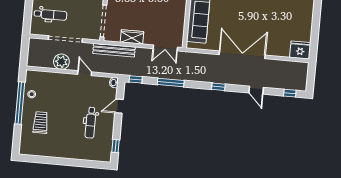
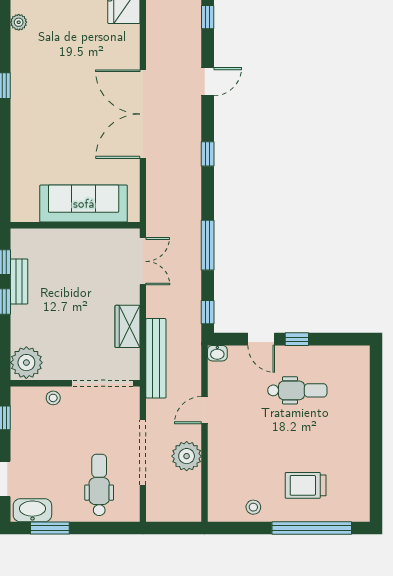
window: (20, 103) -> (312, 528), moved
window: (116, 146) -> (297, 339), moved

